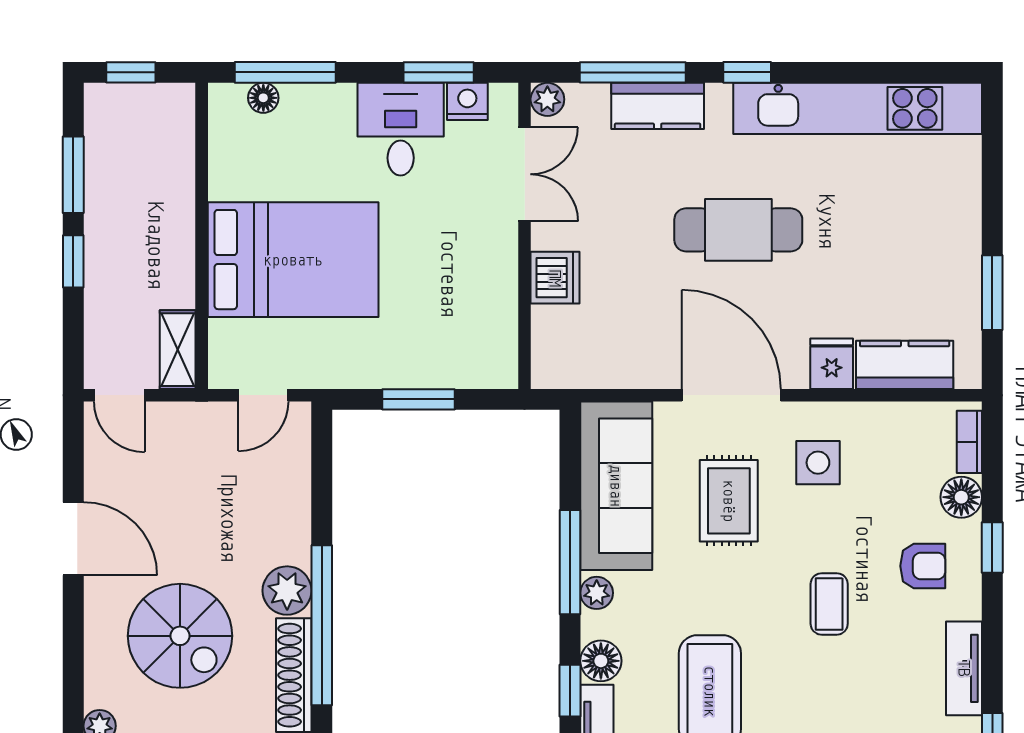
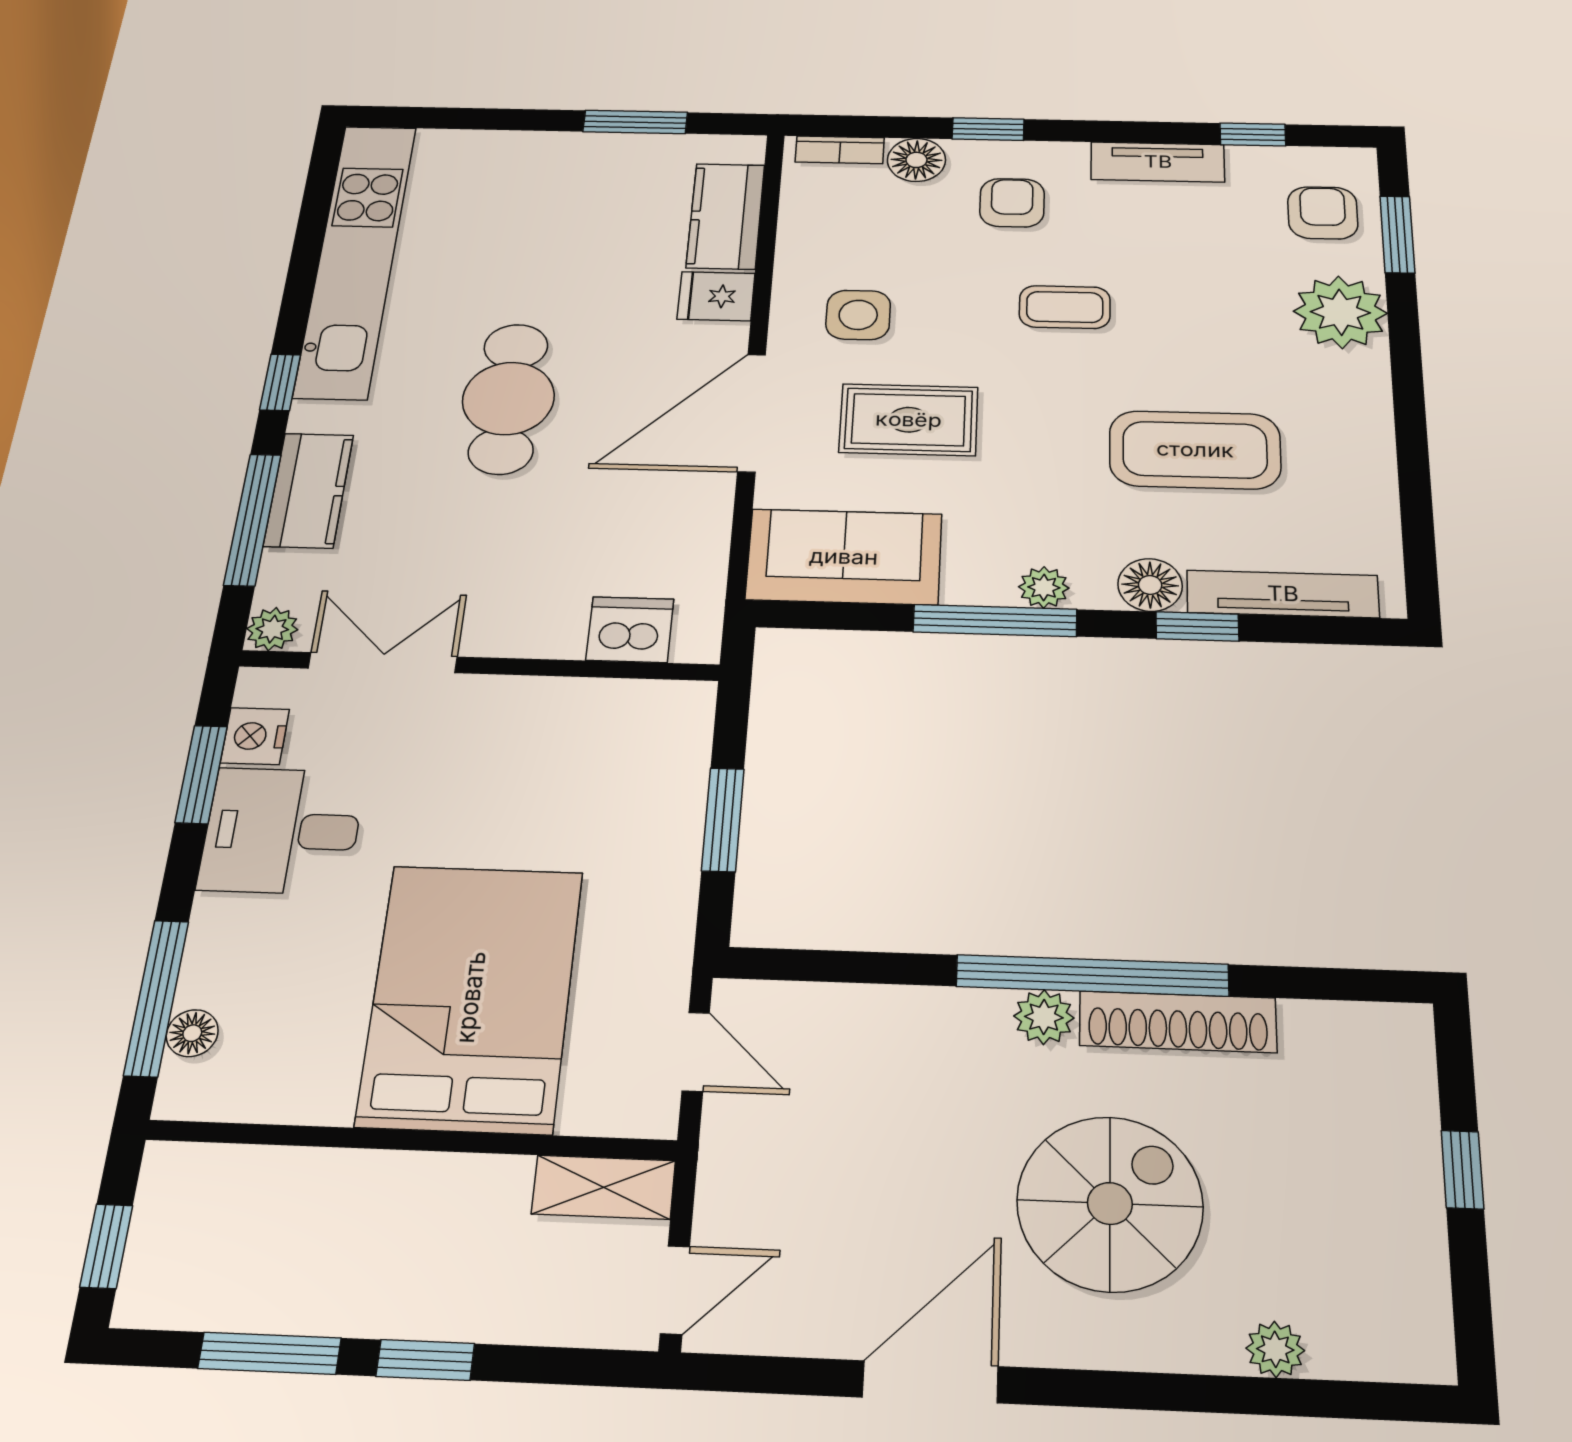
dishwasher: (555, 278) -> (630, 630), moved
sofa: (616, 486) -> (844, 557), width x0.73
plant: (287, 591) -> (1044, 1017), width x0.73, depth x0.73

